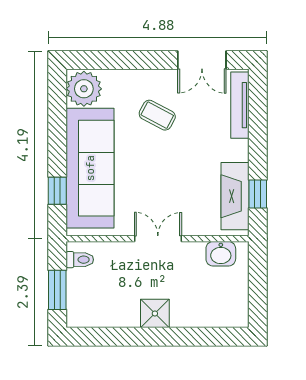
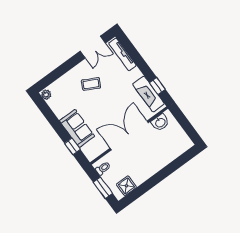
plant: (84, 89) -> (46, 95), width x0.53, depth x0.53
sofa: (90, 168) -> (77, 128), width x0.54, depth x0.79
double door: (158, 239) -> (129, 135), width x1.87
shower: (155, 313) -> (126, 186), moved

